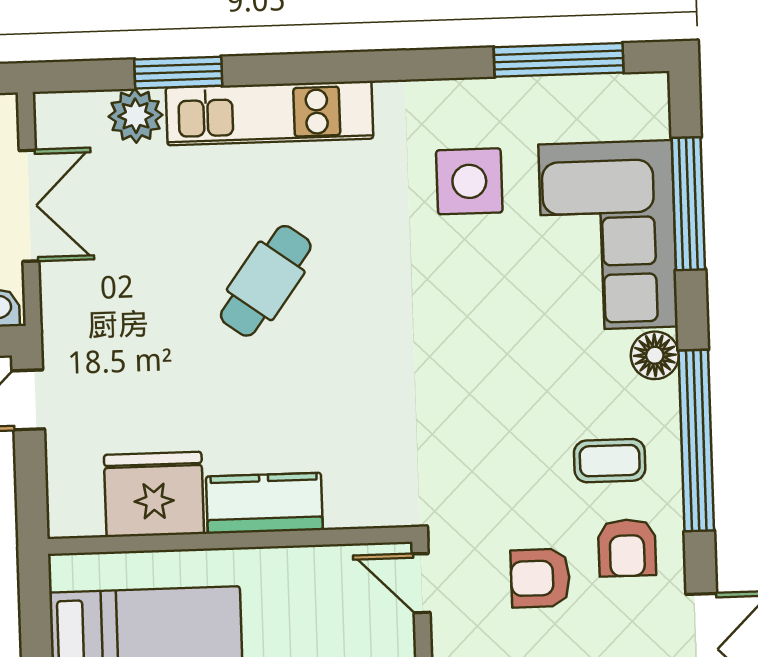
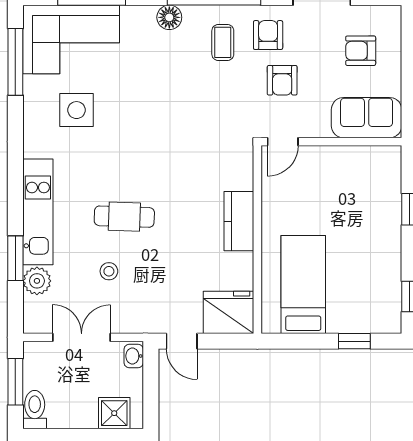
corner sofa: (608, 235) -> (71, 39), moved
stool: (159, 255) -> (109, 271), added
cafe table: (266, 281) -> (124, 217), turned -34
fridge: (154, 494) -> (229, 312), moved, turned 90
armchair: (627, 548) -> (268, 35), turned -90

